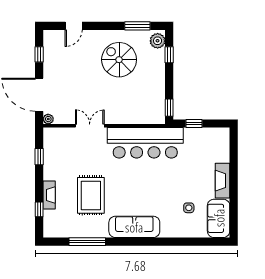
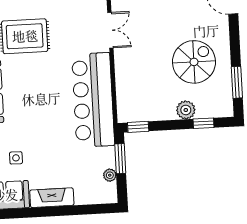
plant: (158, 41) -> (186, 110), moved
window: (194, 123) -> (120, 159), width x1.50
plant: (207, 133) -> (110, 175), added

